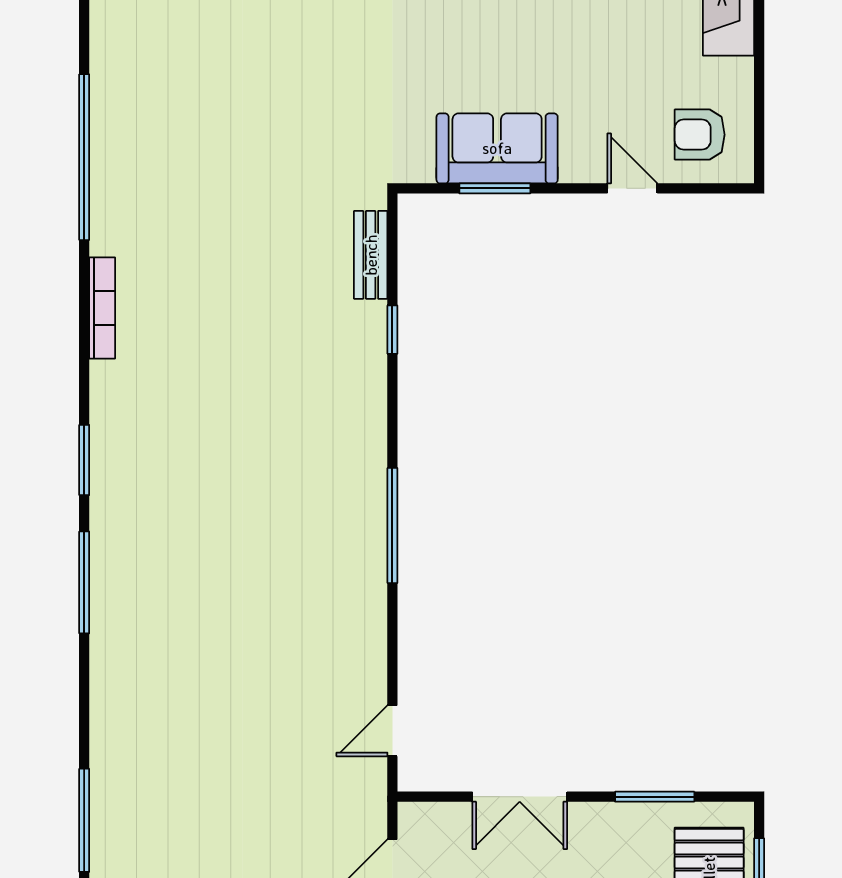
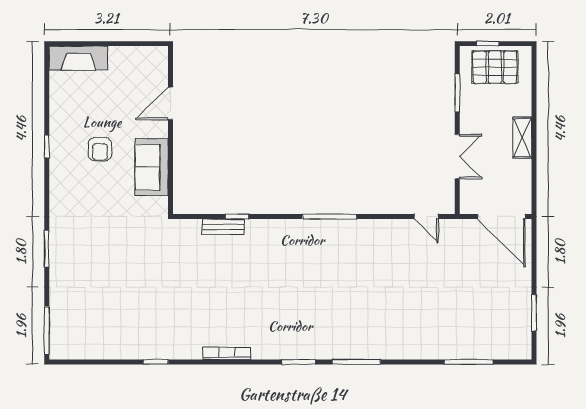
armchair: (700, 135) -> (100, 149), moved
window: (84, 157) -> (156, 362), width x0.32
window: (495, 188) -> (170, 168), removed
door: (632, 188) -> (170, 103), width x1.38
bench: (371, 255) -> (223, 227), moved

